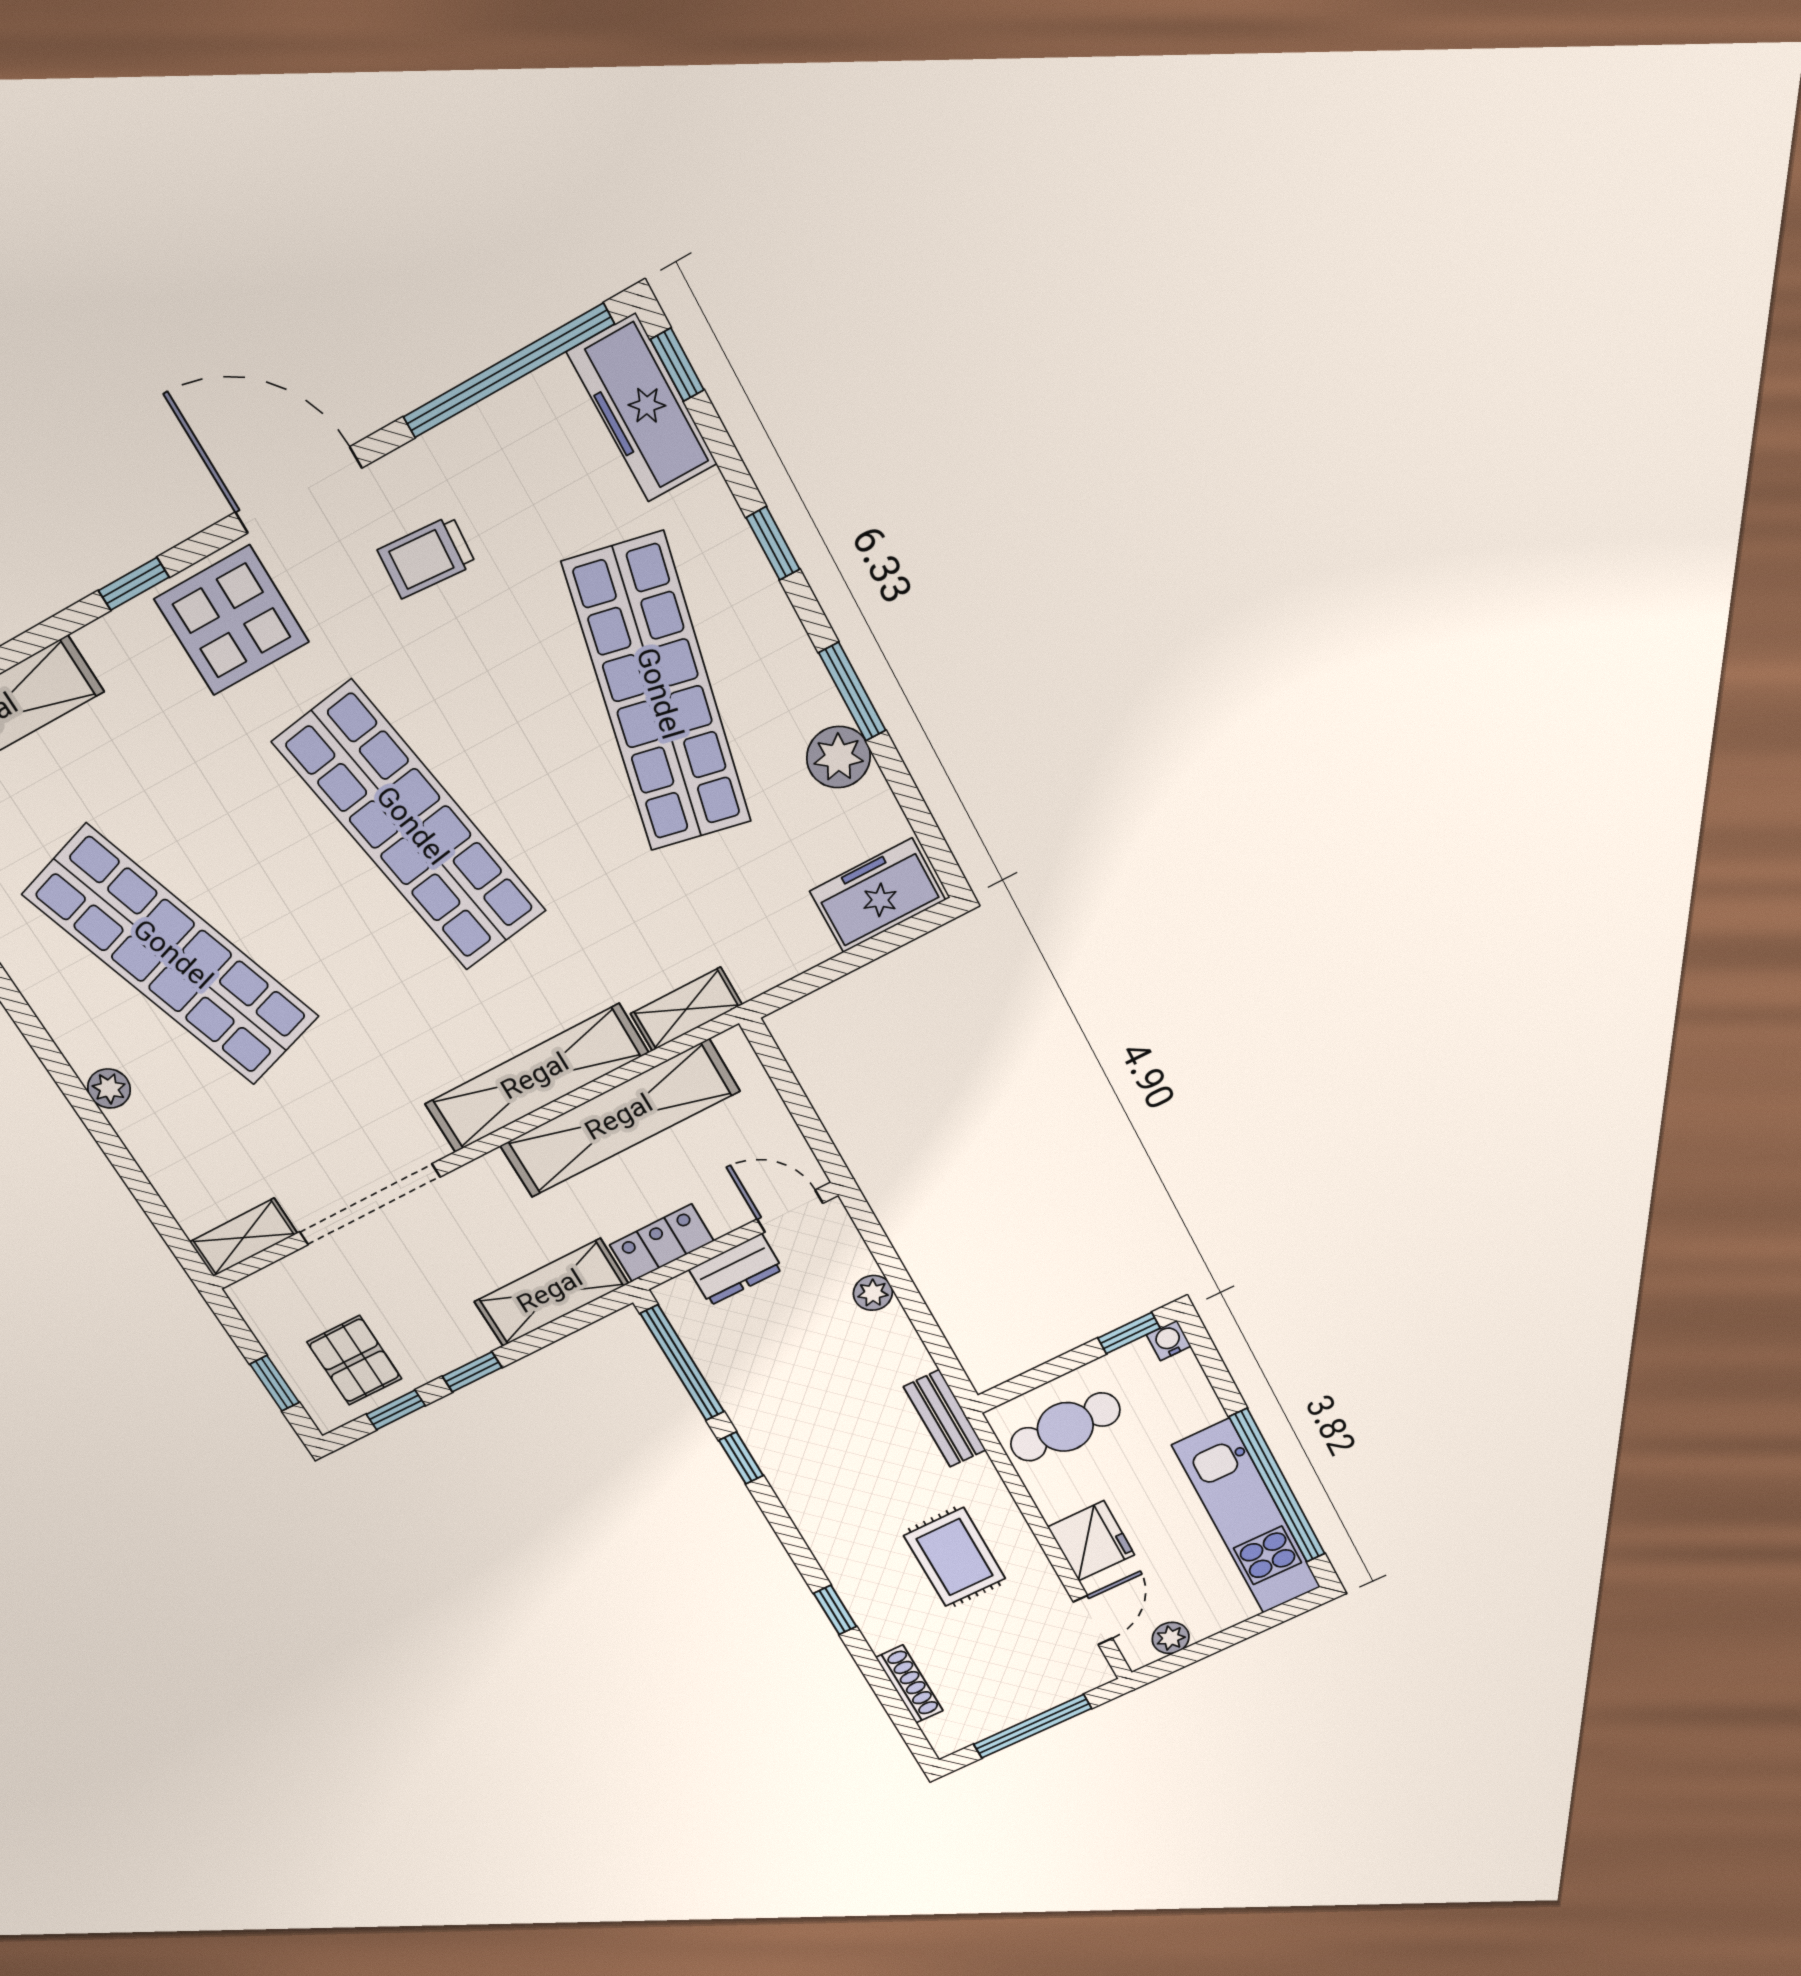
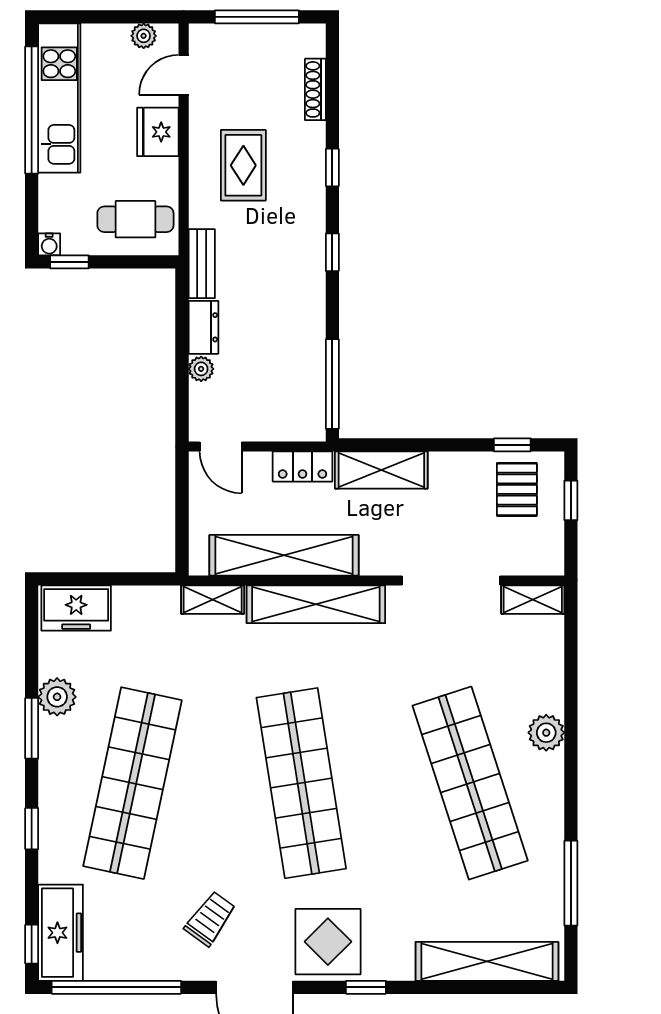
trolley: (427, 557) -> (210, 919), turned -58
plant: (109, 1088) -> (546, 733), width x1.38, depth x1.38
dresser: (736, 1270) -> (203, 327), moved, turned 90
window: (472, 1372) -> (455, 445), removed
window: (741, 1458) -> (332, 252), moved

